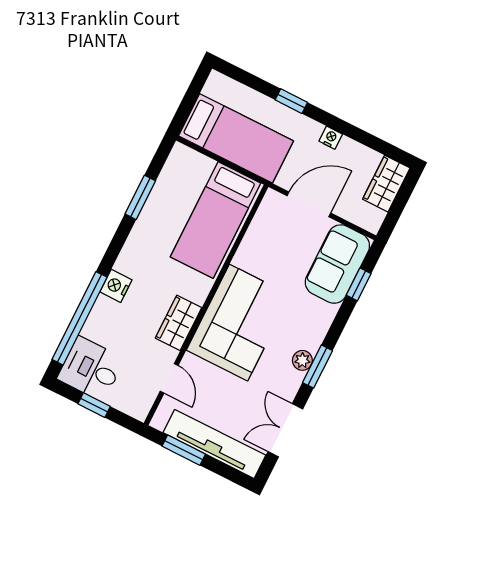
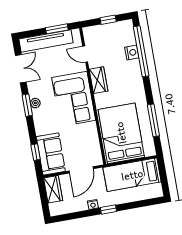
window: (291, 101) -> (108, 210), moved
wardrobe: (386, 184) -> (53, 189), moved
window: (140, 197) -> (153, 120), width x1.44
bed: (216, 220) -> (121, 133), width x1.50
nightstand: (116, 286) -> (132, 53), moved
desk: (91, 369) -> (121, 34), removed

